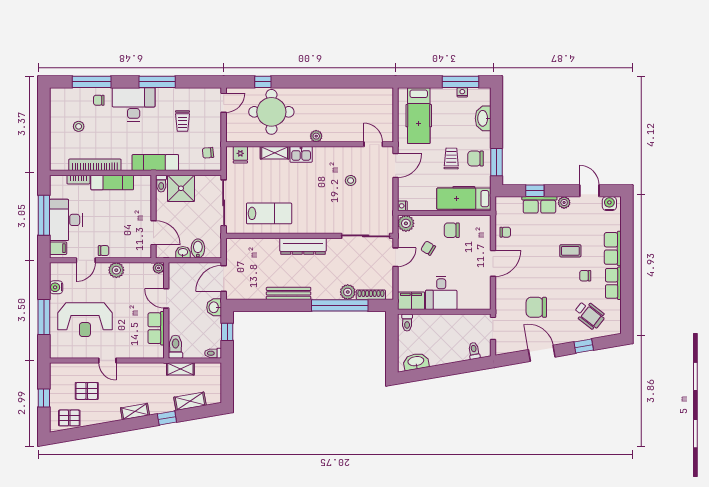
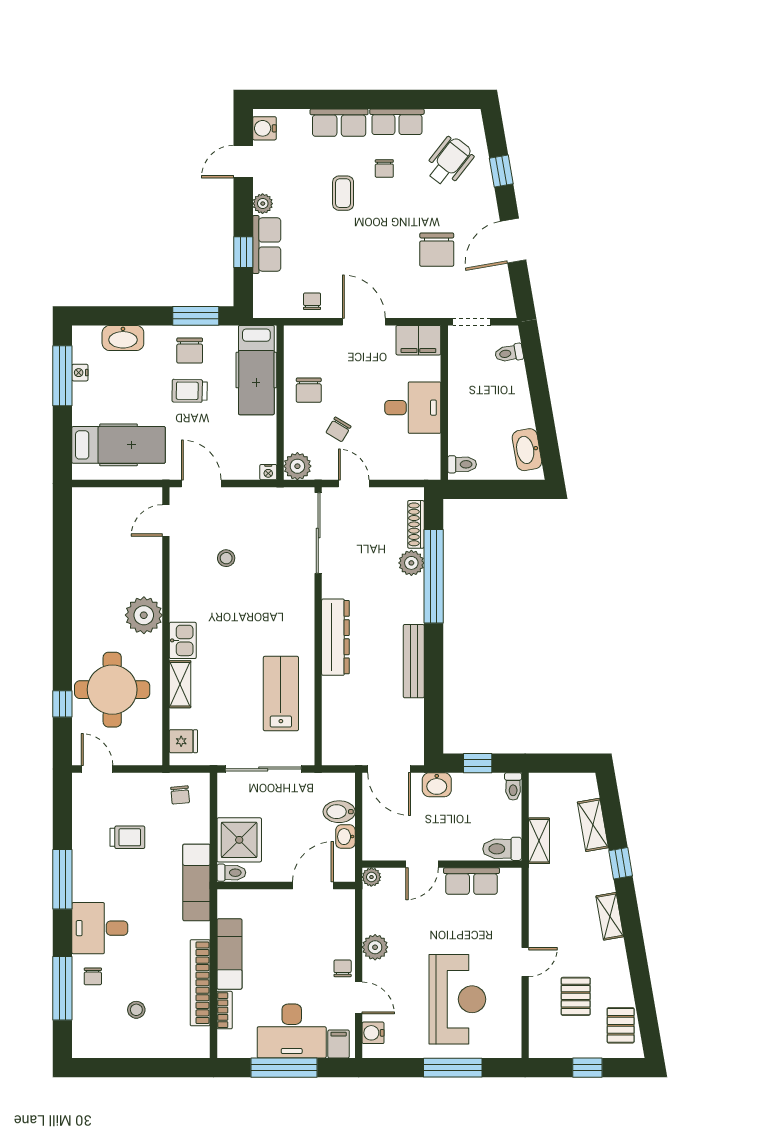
desk: (134, 104) -> (100, 928), width x0.73
plant: (316, 136) -> (144, 615), width x1.88, depth x1.88
water cooler: (56, 287) -> (373, 1033), moved, turned 90
filing cabinet: (411, 301) -> (418, 340), moved, turned -90

